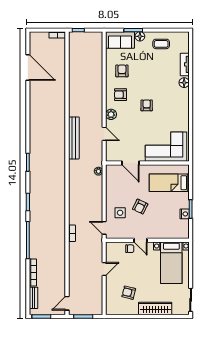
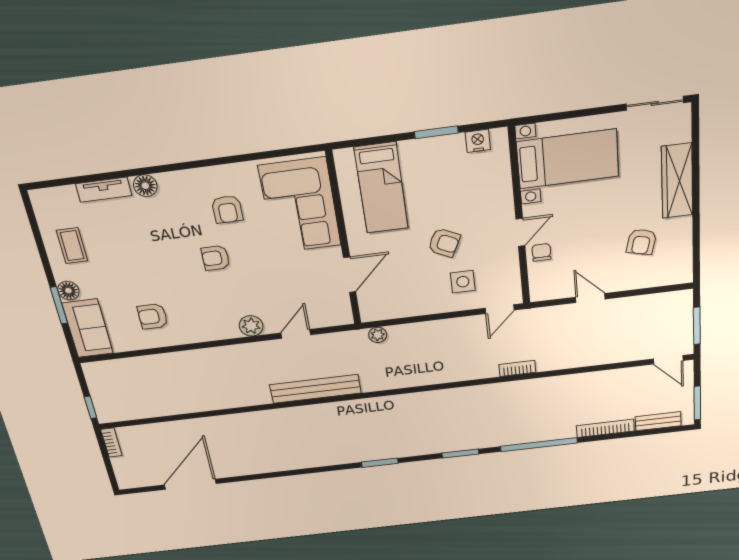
armchair: (121, 95) -> (227, 209), moved
nightstand: (185, 214) -> (478, 141), moved

